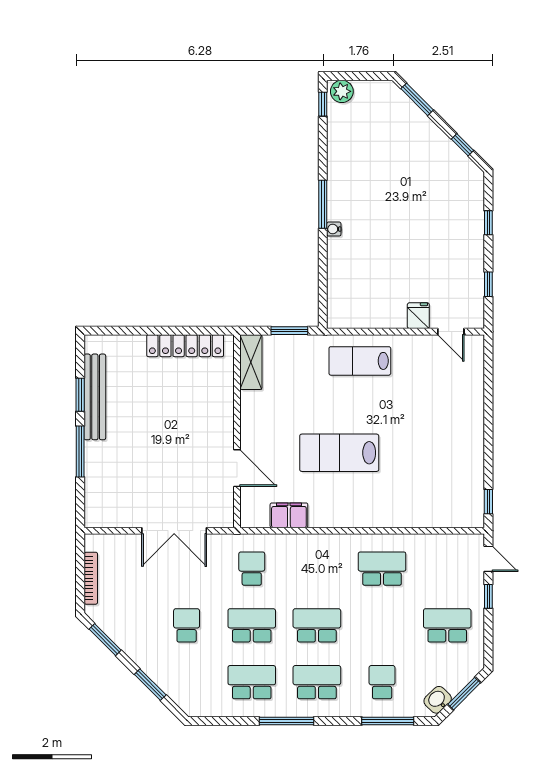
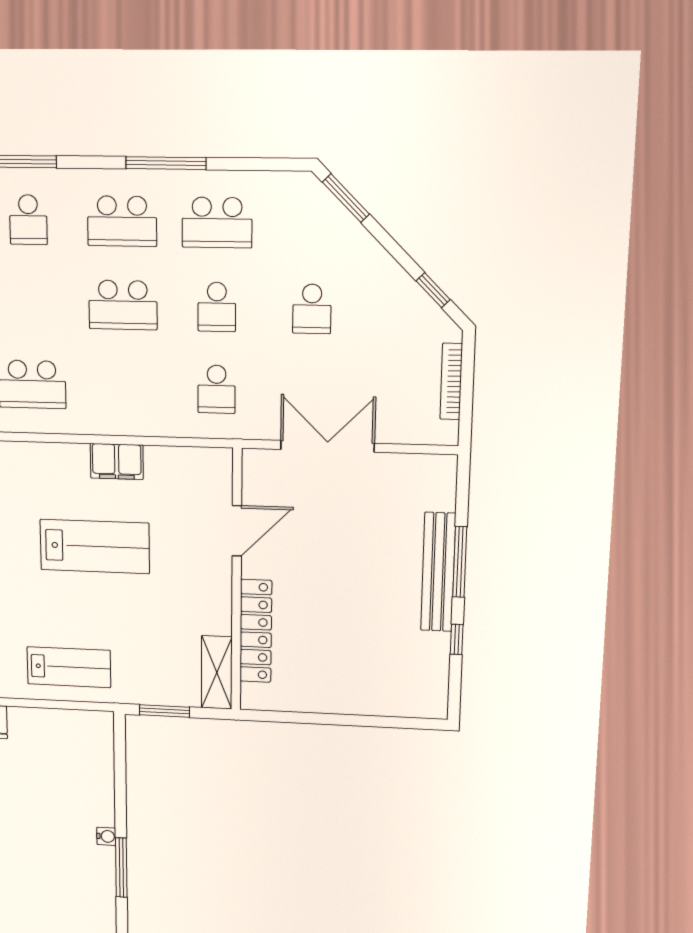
locker: (185, 346) -> (256, 631), moved, turned 90
window: (80, 395) -> (457, 639), width x0.67
bench: (95, 397) -> (438, 572), moved
door: (237, 468) -> (237, 531), swing flipped
filing cabinet: (289, 515) -> (117, 462), moved
school desk: (252, 625) -> (217, 307), width x0.54
window: (105, 640) -> (433, 290), width x0.67
window: (150, 685) -> (346, 198), moved

